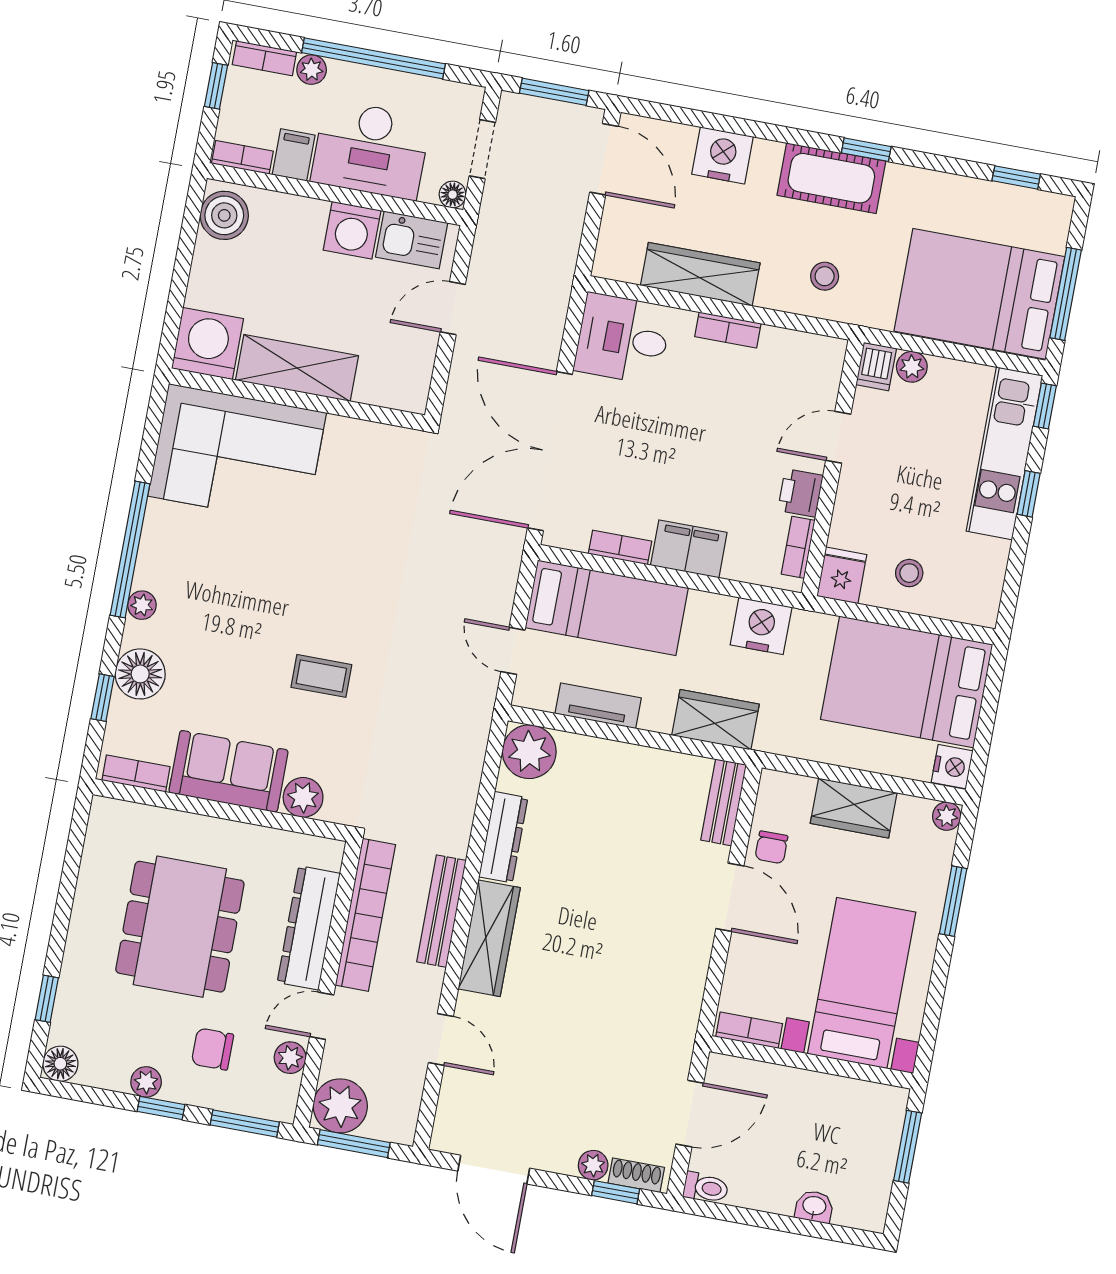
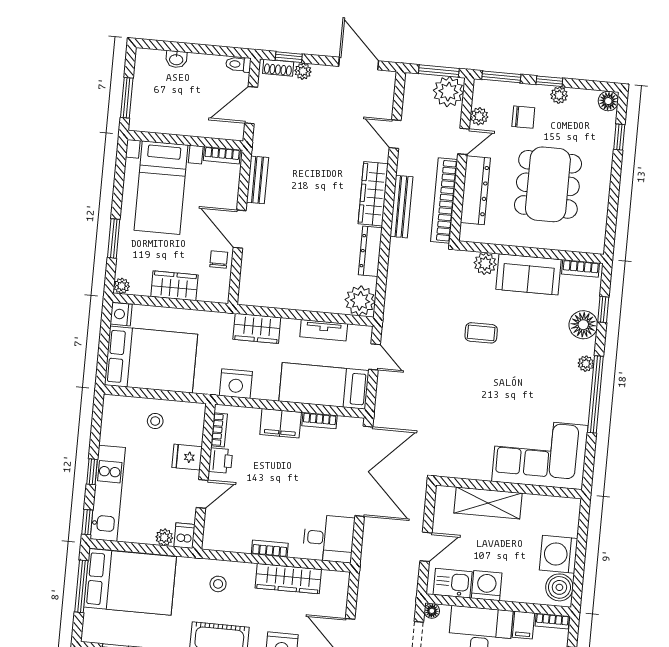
washing machine: (208, 344) -> (559, 554), moved, turned 90
shelving: (297, 368) -> (488, 503), moved
fridge: (842, 575) -> (187, 457), moved, turned 90
bench: (724, 802) -> (257, 180), moved

